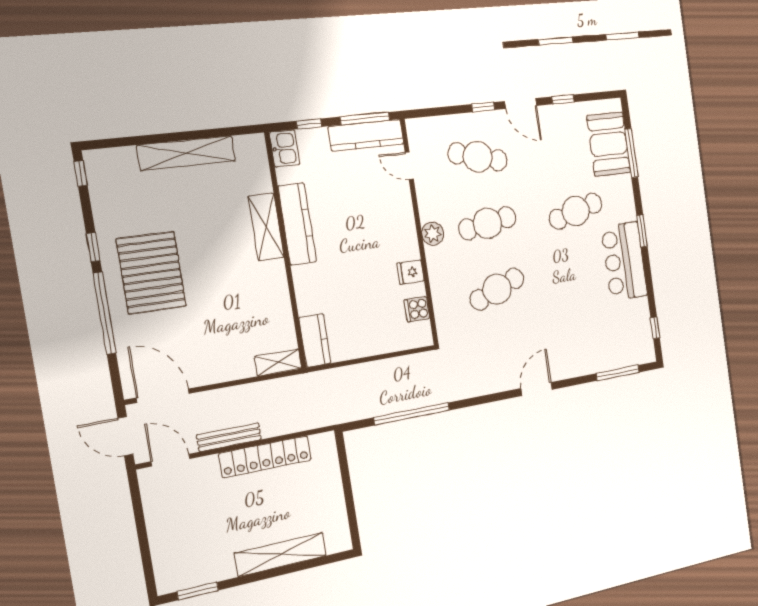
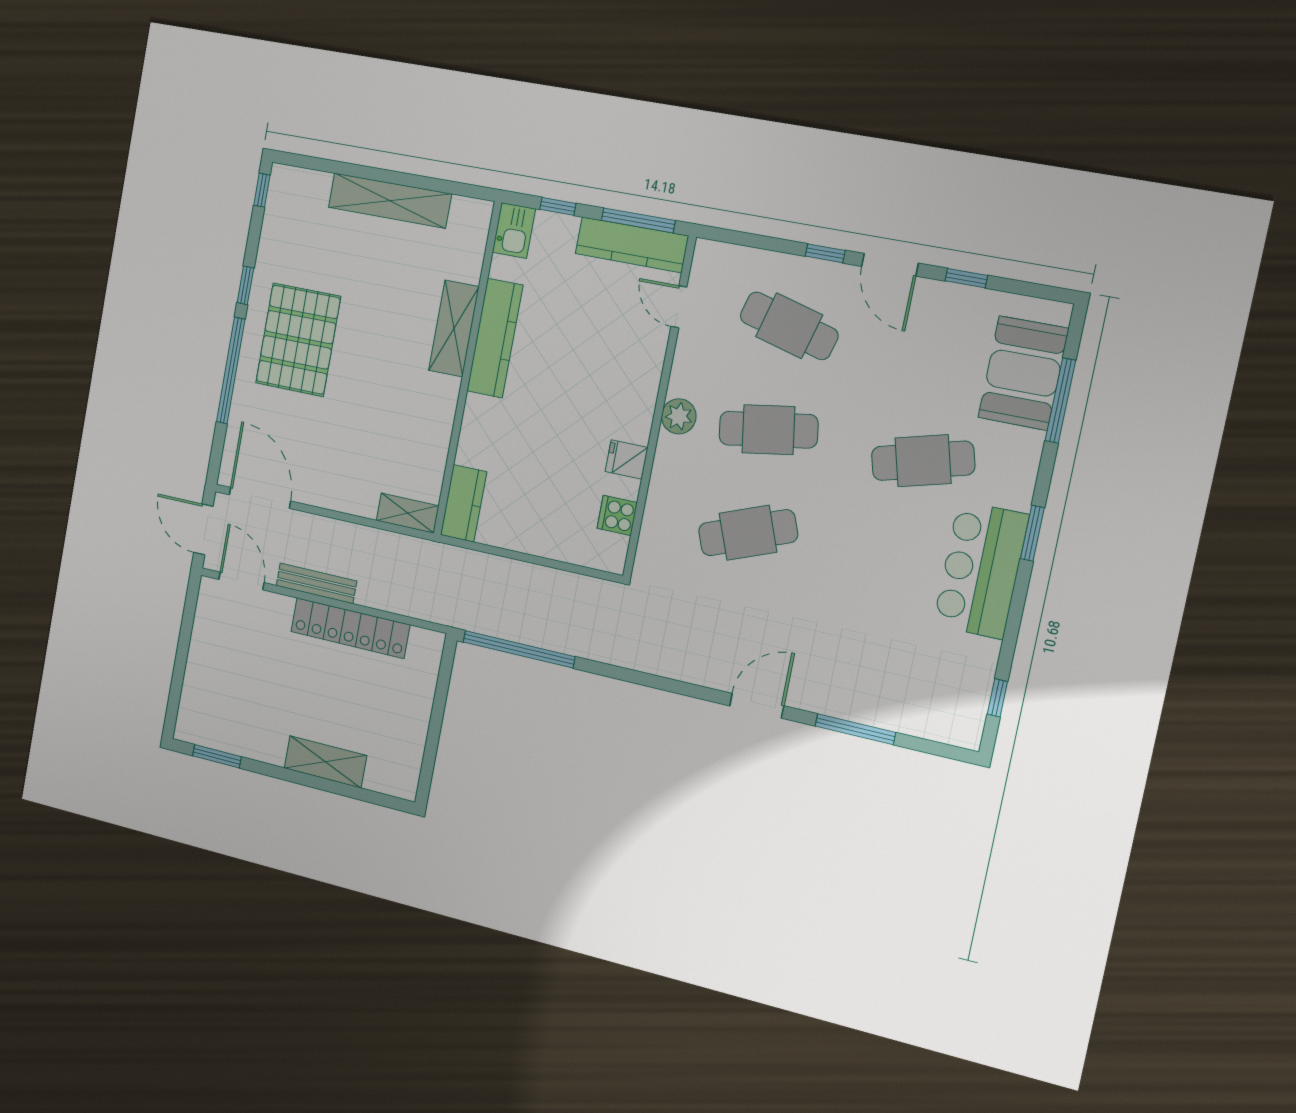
window: (618, 373) -> (855, 729), moved
window: (412, 414) -> (519, 649), moved
shelving: (281, 554) -> (325, 762), width x0.68

